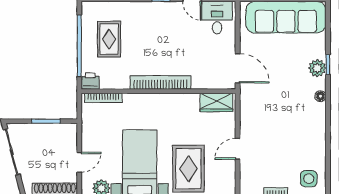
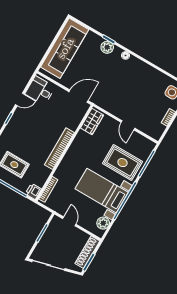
door: (79, 162) -> (69, 221), moved

